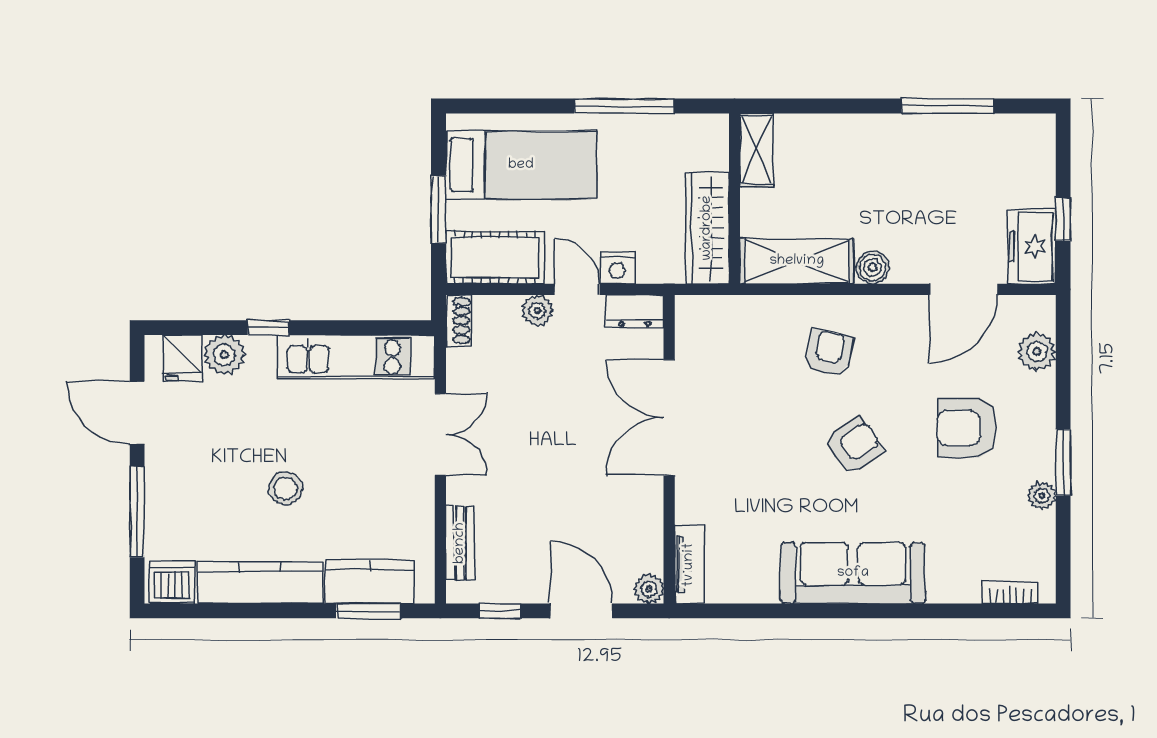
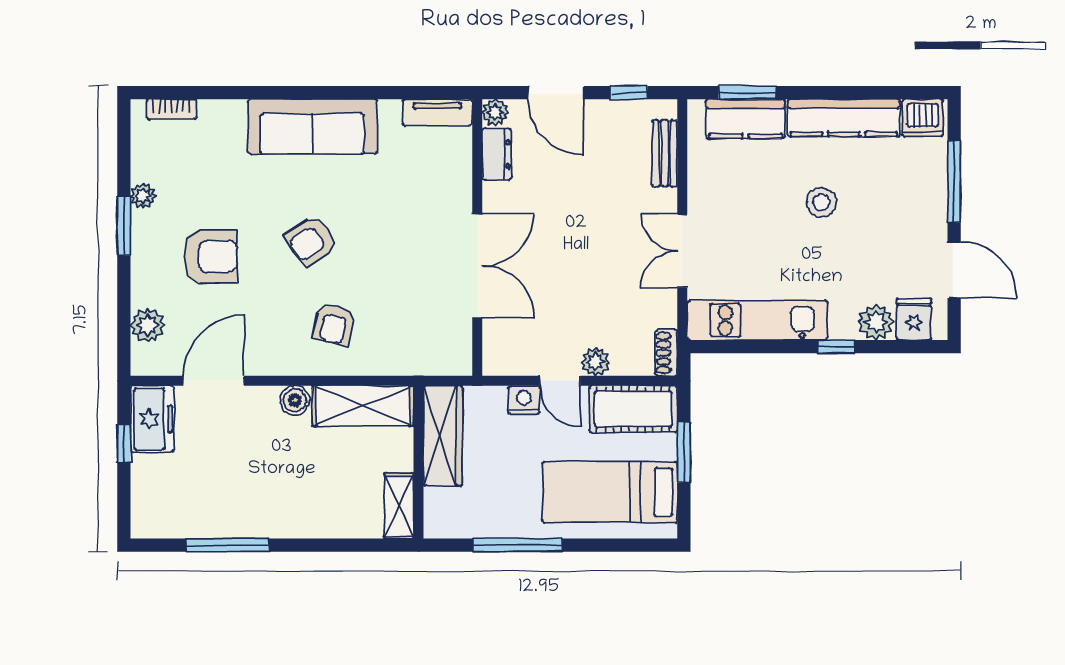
dresser: (635, 311) -> (497, 154), moved, turned 90
tv unit: (689, 565) -> (437, 112), moved, turned -90

